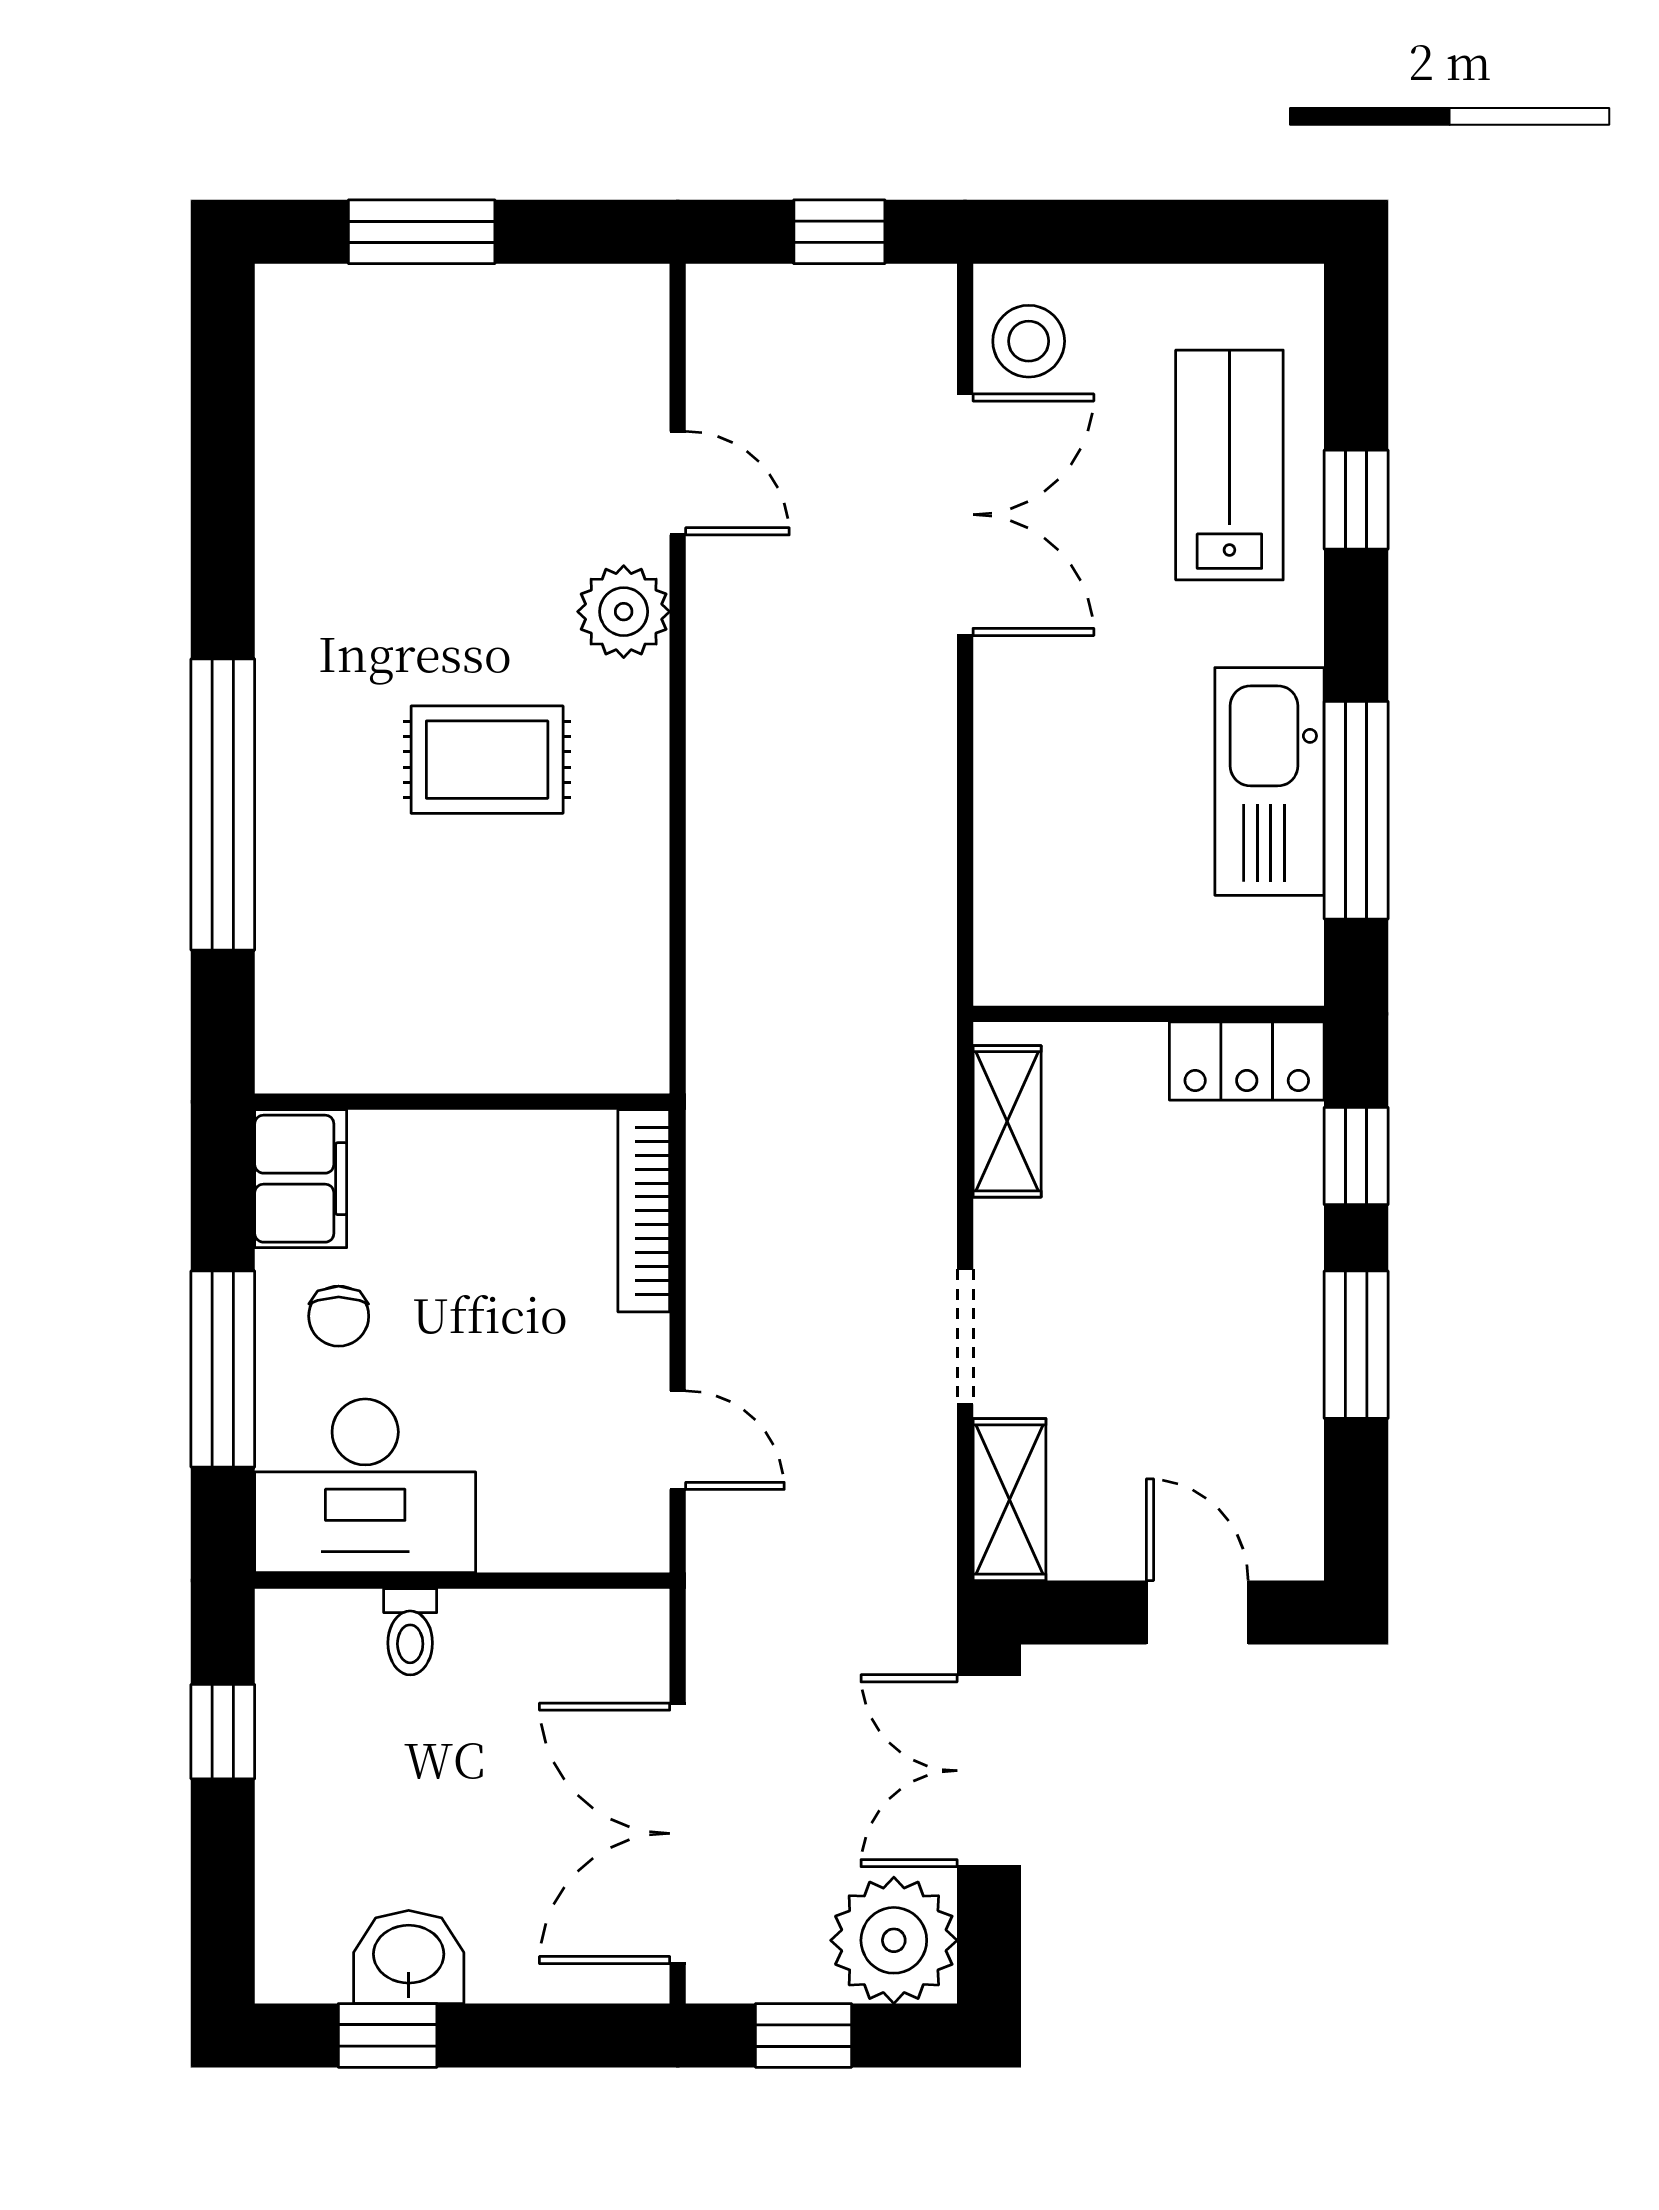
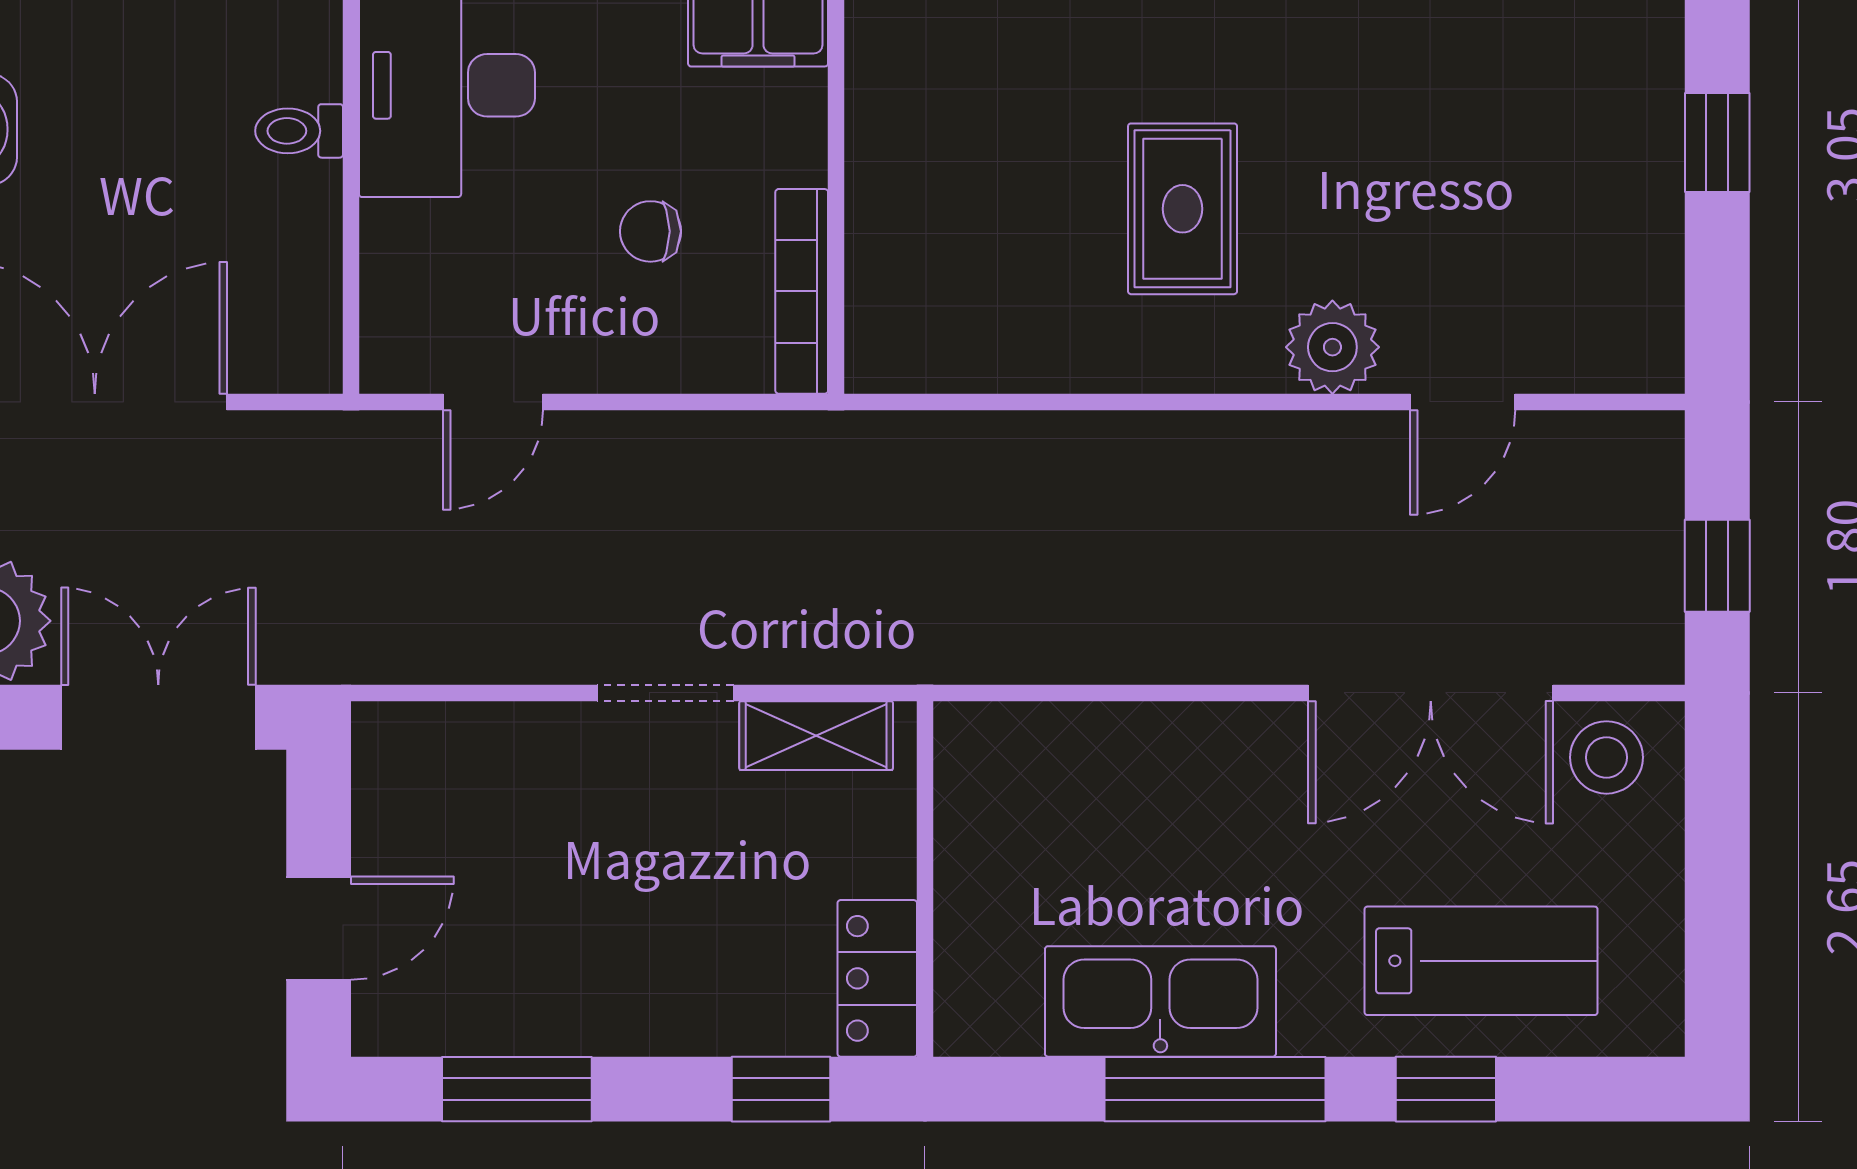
window: (422, 232) -> (1717, 142), width x0.67
window: (1356, 810) -> (1215, 1089), moved
bookcase: (644, 1211) -> (802, 291), moved, turned -90
chair: (339, 1316) -> (650, 231), moved
doorway: (965, 1337) -> (665, 693), moved
window: (1356, 1345) -> (517, 1089), moved
shelving: (1009, 1500) -> (433, 738), removed

